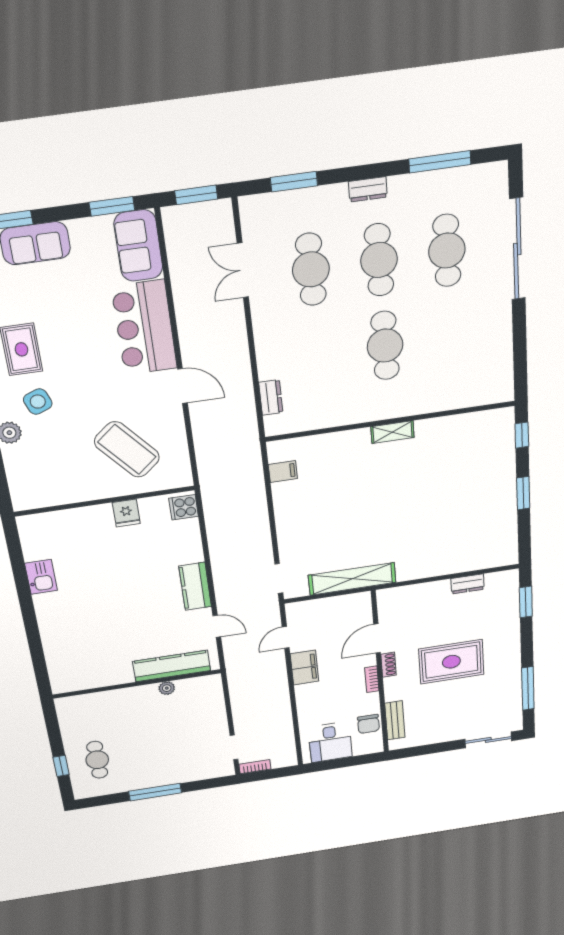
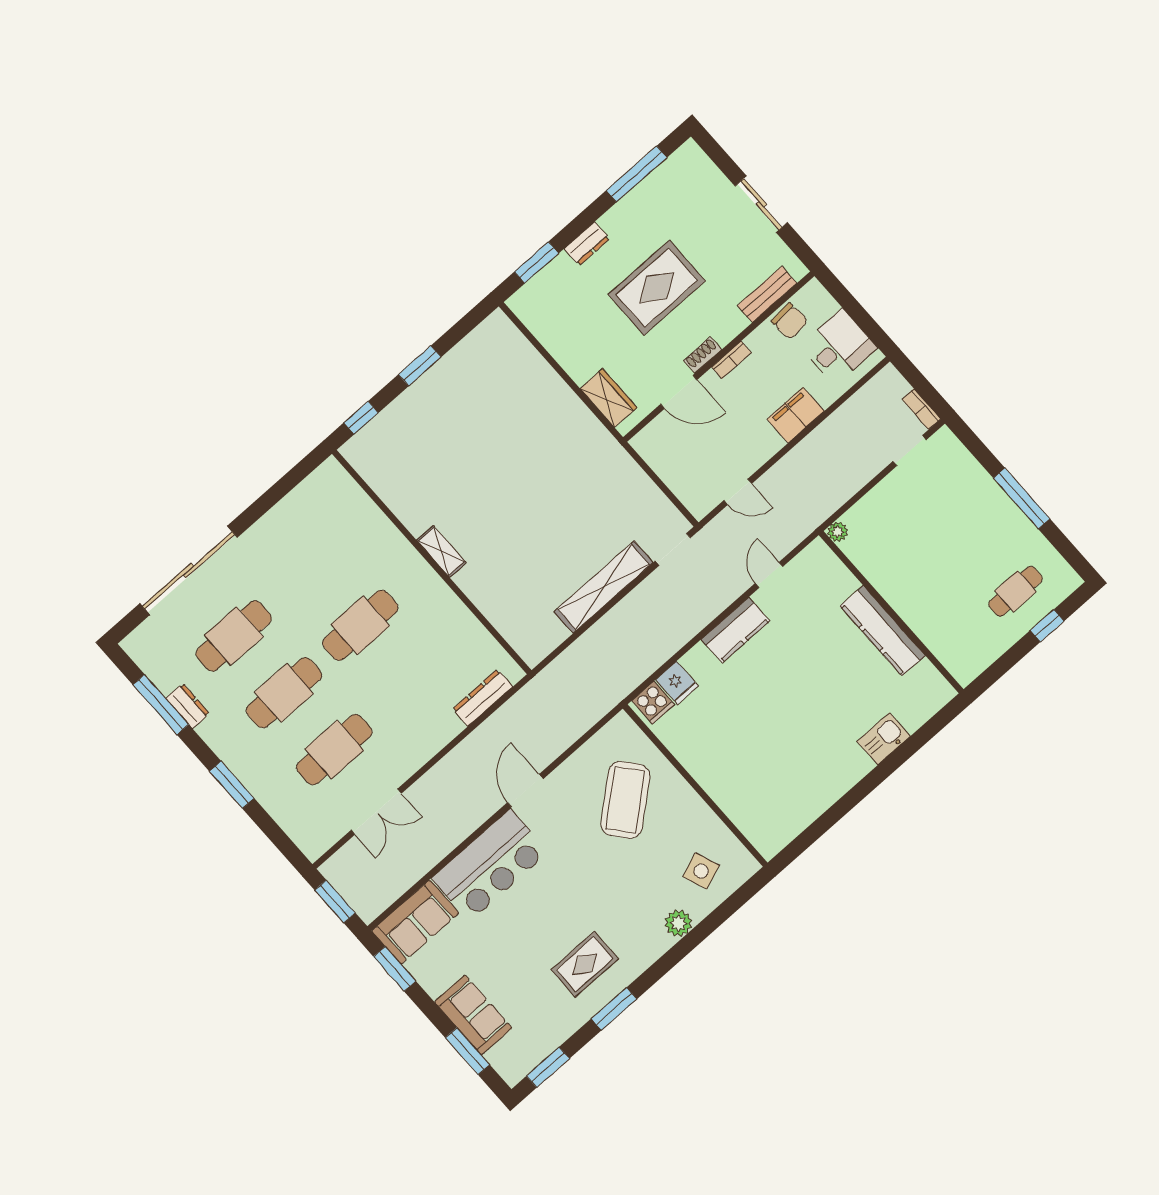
window: (294, 182) -> (232, 785), moved
dresser: (368, 189) -> (188, 706), moved
dresser: (271, 397) -> (483, 698), width x1.44
side table: (38, 402) -> (701, 871), moved
filing cabinet: (283, 471) -> (552, 631), removed
fridge: (126, 513) -> (677, 683), moved, turned 90
kitchen sink: (41, 577) -> (884, 739), moved
shelving: (352, 579) -> (604, 587), moved, turned 90
dresser: (468, 584) -> (587, 244), moved, turned 90
wardrobe: (407, 595) -> (608, 398), added
rug: (451, 662) -> (657, 288), turned 90
kitchen counter: (172, 666) -> (883, 631), moved
filing cabinet: (305, 668) -> (796, 415), moved
plant: (167, 688) -> (838, 532), moved
chair: (368, 724) -> (790, 321), turned 86
sliding door: (488, 740) -> (761, 204), moved

